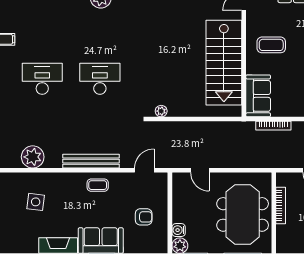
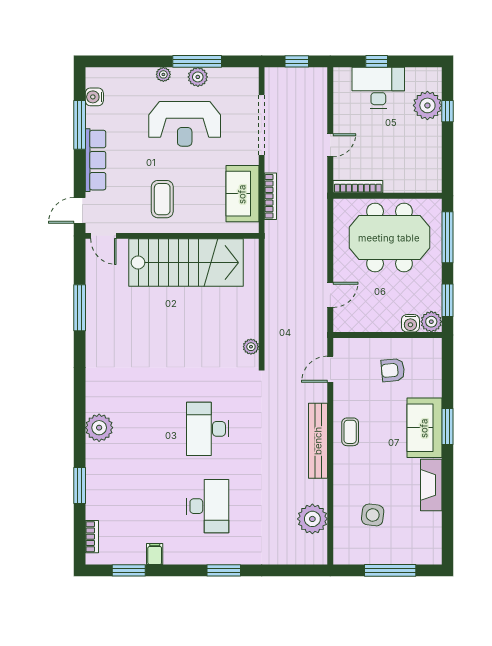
desk: (42, 79) -> (208, 506), turned 180
sofa: (258, 96) -> (242, 194), moved, turned -90
door: (144, 170) -> (330, 369), hinge flipped
bookcase: (281, 206) -> (358, 187), moved
armchair: (144, 217) -> (393, 370), turned -95

